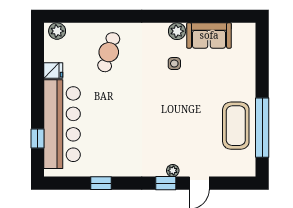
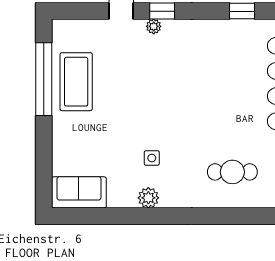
sofa: (209, 35) -> (79, 192), moved
cafe table: (109, 52) -> (232, 172), turned 73

